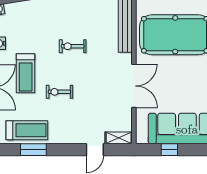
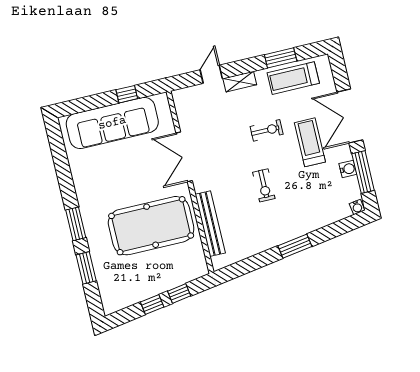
exercise bike: (73, 46) -> (264, 185), turned 90
shelving: (119, 138) -> (240, 82), moved

